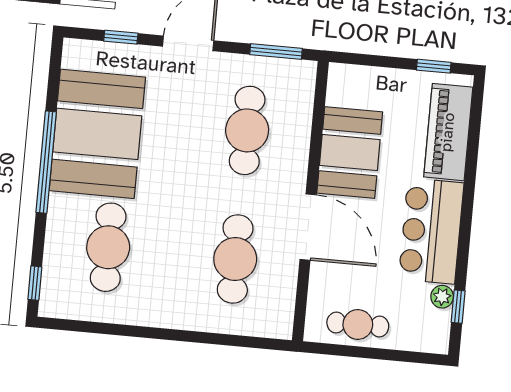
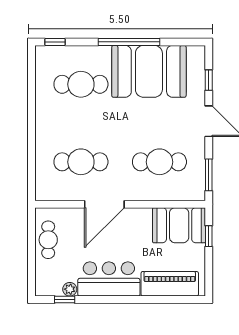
window: (434, 66) -> (209, 236), moved
booth: (350, 153) -> (179, 225), moved

